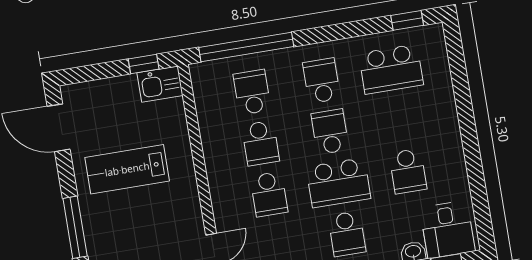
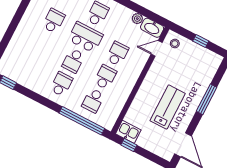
school desk: (391, 69) -> (29, 68), removed
school desk: (322, 81) -> (61, 84), turned 180
lab bench: (127, 169) -> (168, 107), turned -90

